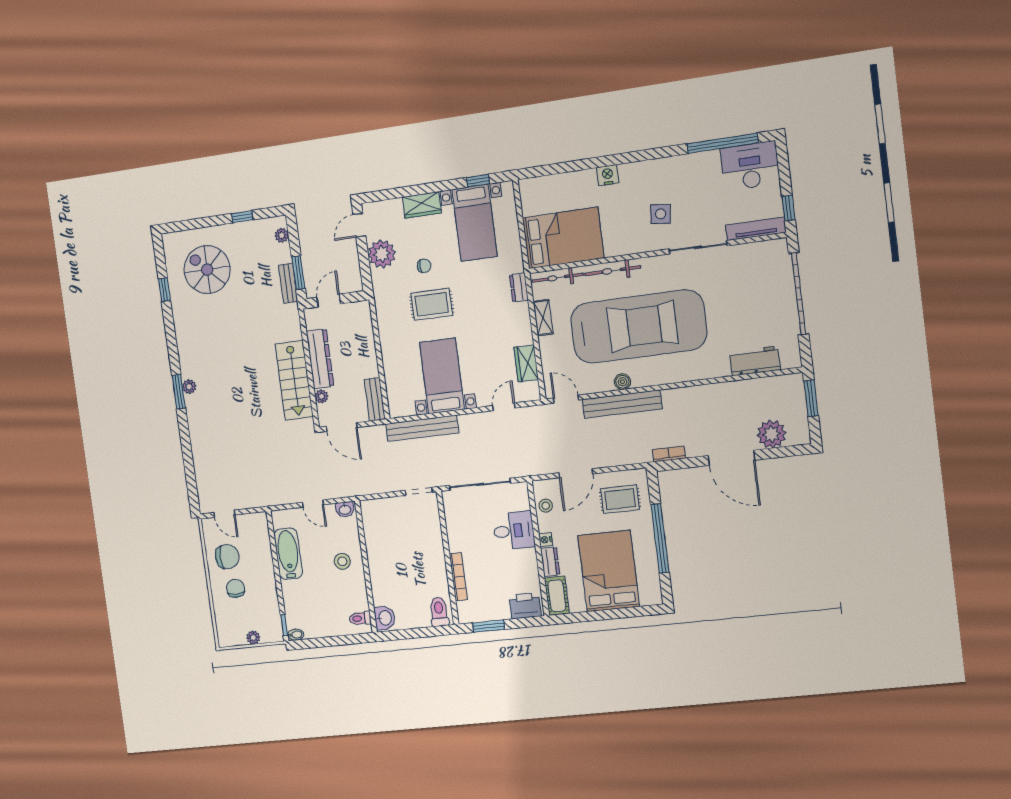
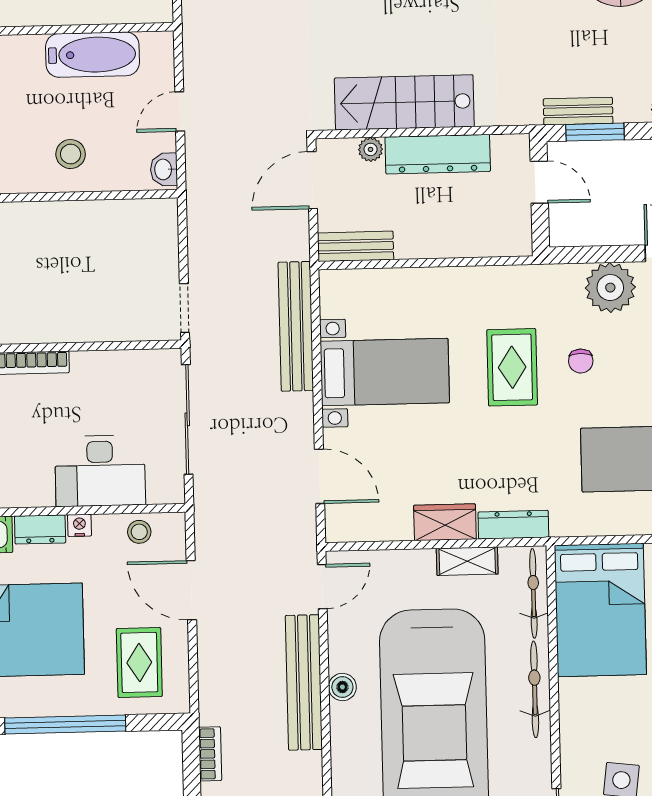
dresser: (519, 288) -> (513, 525), width x1.44
wardrobe: (526, 363) -> (445, 522), moved
door: (504, 407) -> (320, 476), width x1.38
desk: (514, 531) -> (100, 471), width x1.37

